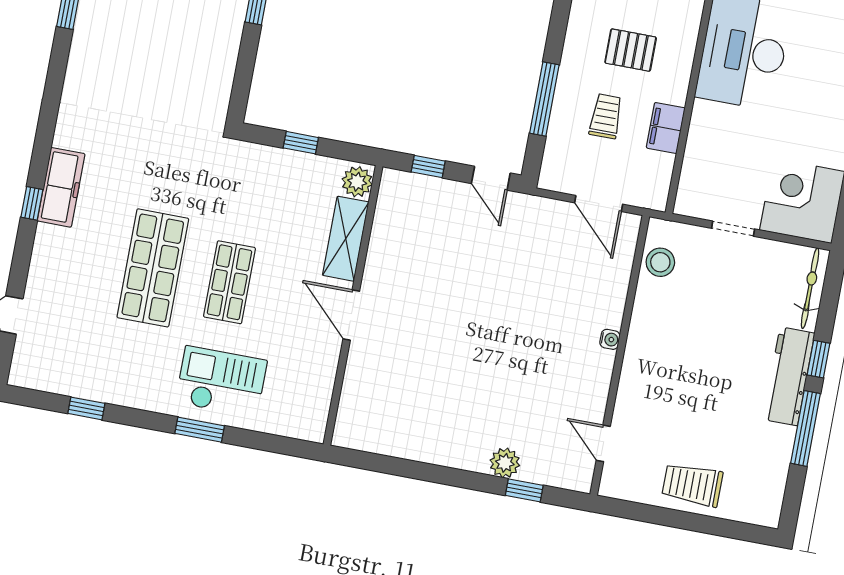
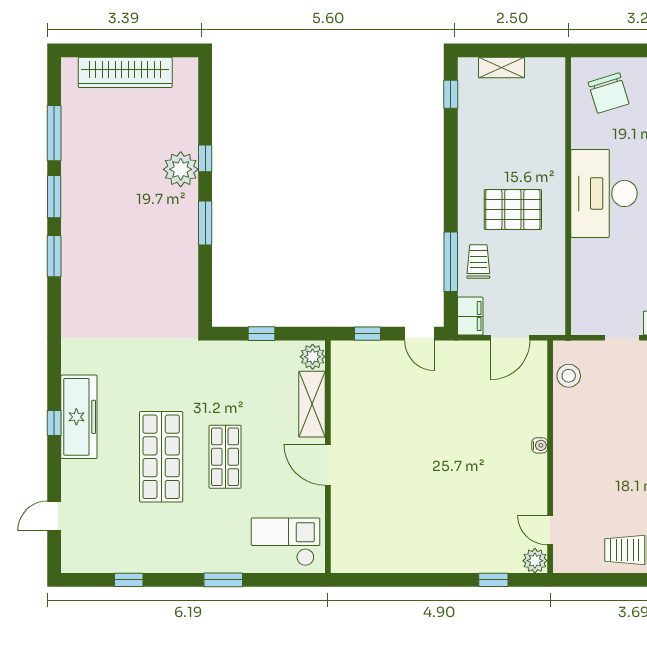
pallet: (631, 50) -> (513, 210), width x1.50, depth x1.42
trolley: (606, 116) -> (478, 262), moved
filing cabinet: (666, 128) -> (470, 316), moved, turned 180
freezer: (61, 187) -> (79, 417), width x1.36, depth x1.26
door: (599, 203) -> (510, 338), hinge flipped
checkout: (221, 382) -> (285, 542), moved
plant: (505, 463) -> (535, 561), moved

